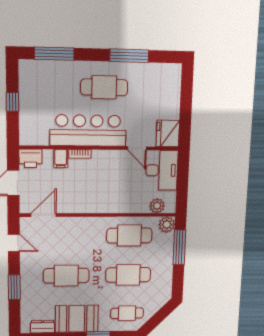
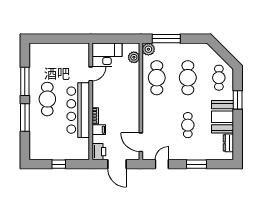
window: (54, 54) -> (25, 118), moved
fridge: (168, 134) -> (80, 51), removed
cafe table: (66, 276) -> (188, 125), width x0.73, depth x0.74

